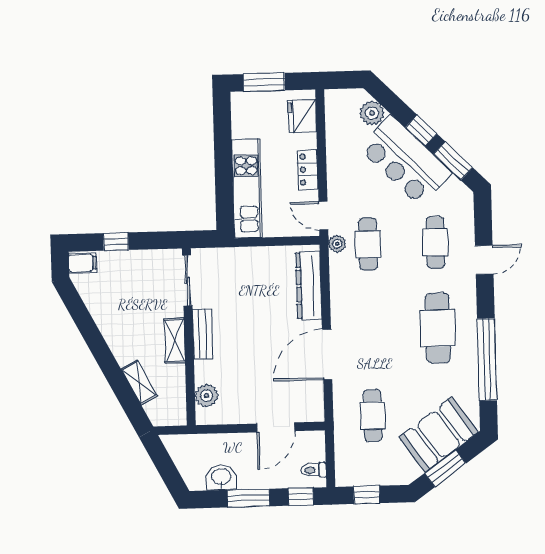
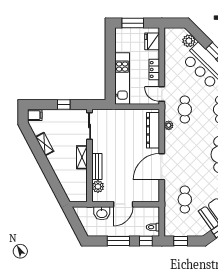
window: (116, 242) -> (64, 104), moved
plant: (337, 244) -> (169, 125), moved
bench: (203, 334) -> (97, 166), moved
shelving: (139, 383) -> (45, 144), moved
door: (276, 427) -> (123, 204), moved
washbasin: (221, 477) -> (102, 213), moved, turned 180

